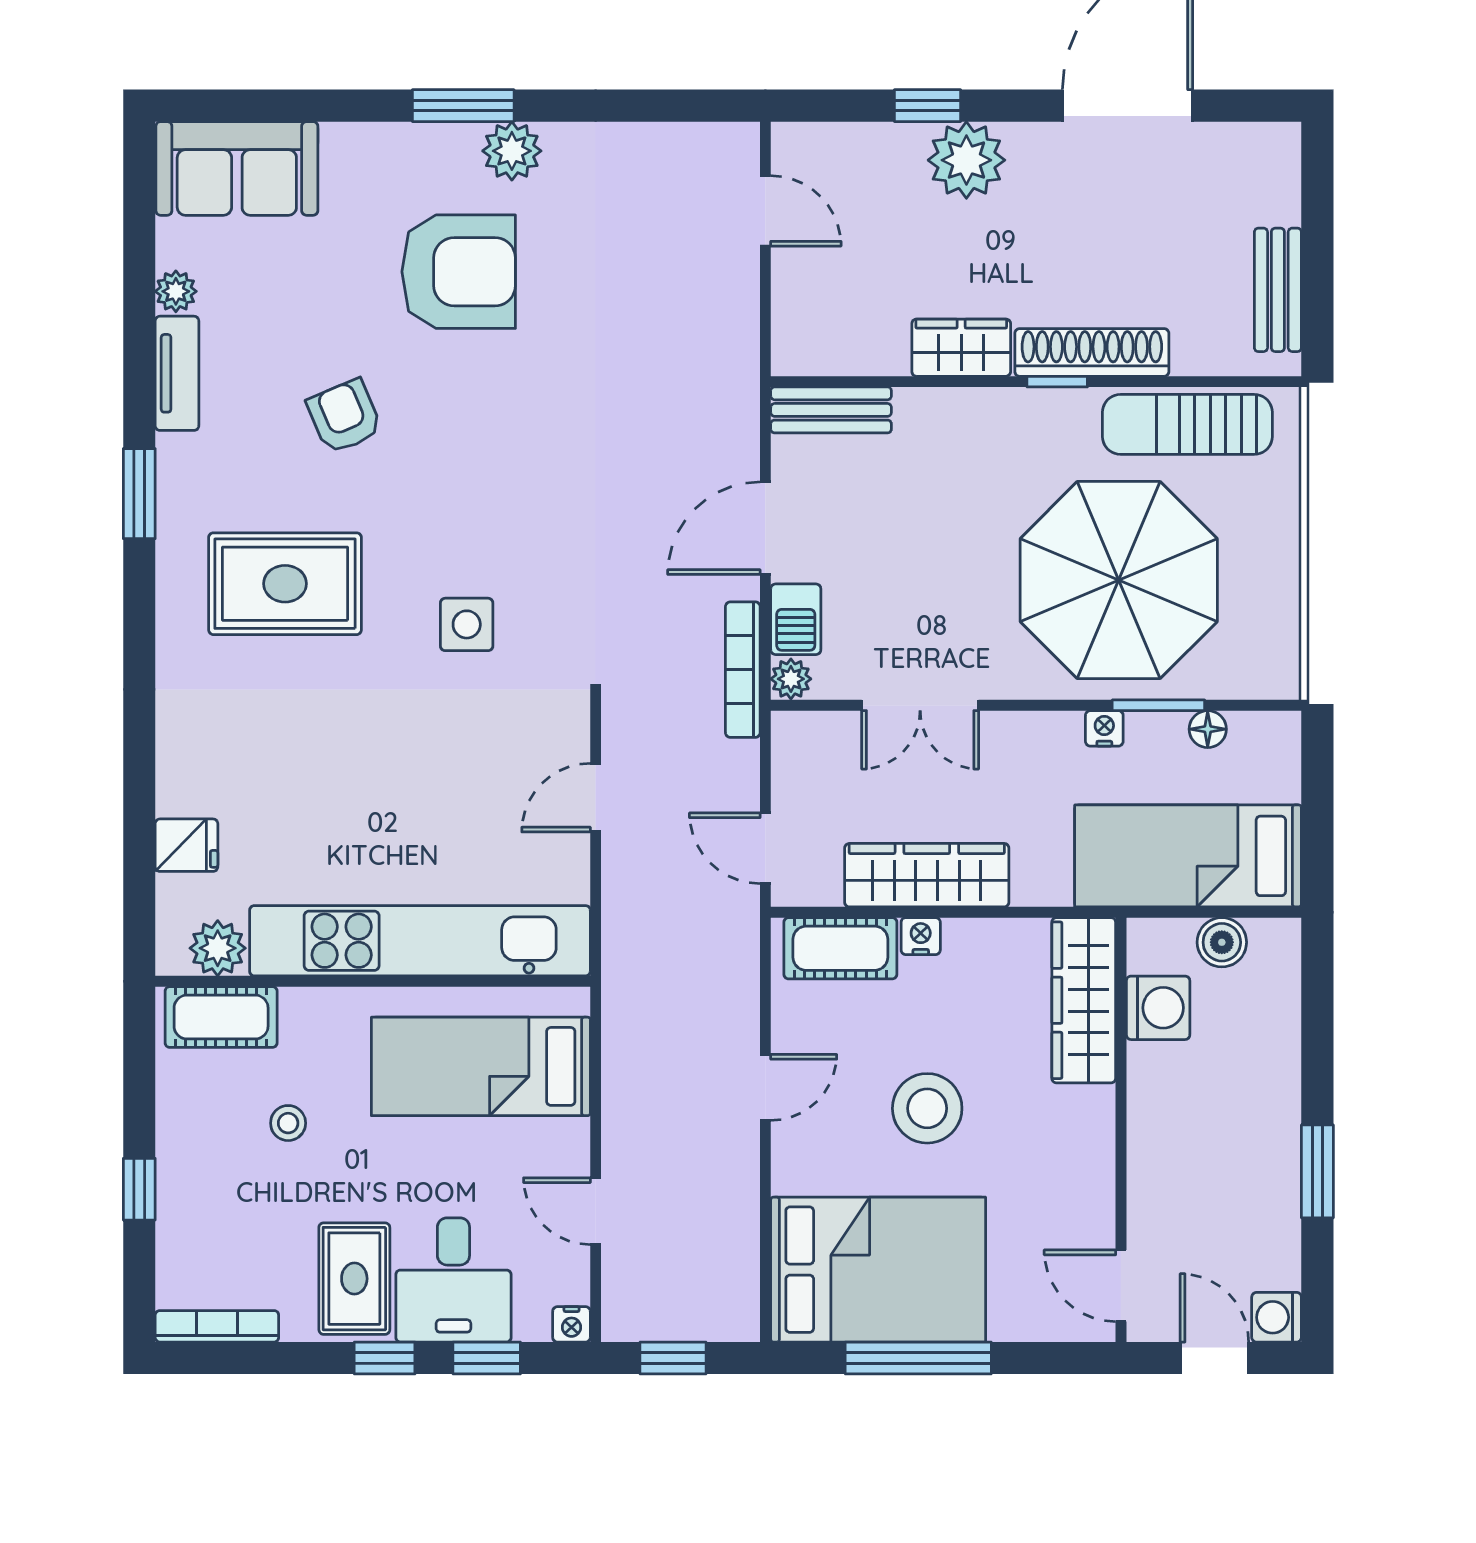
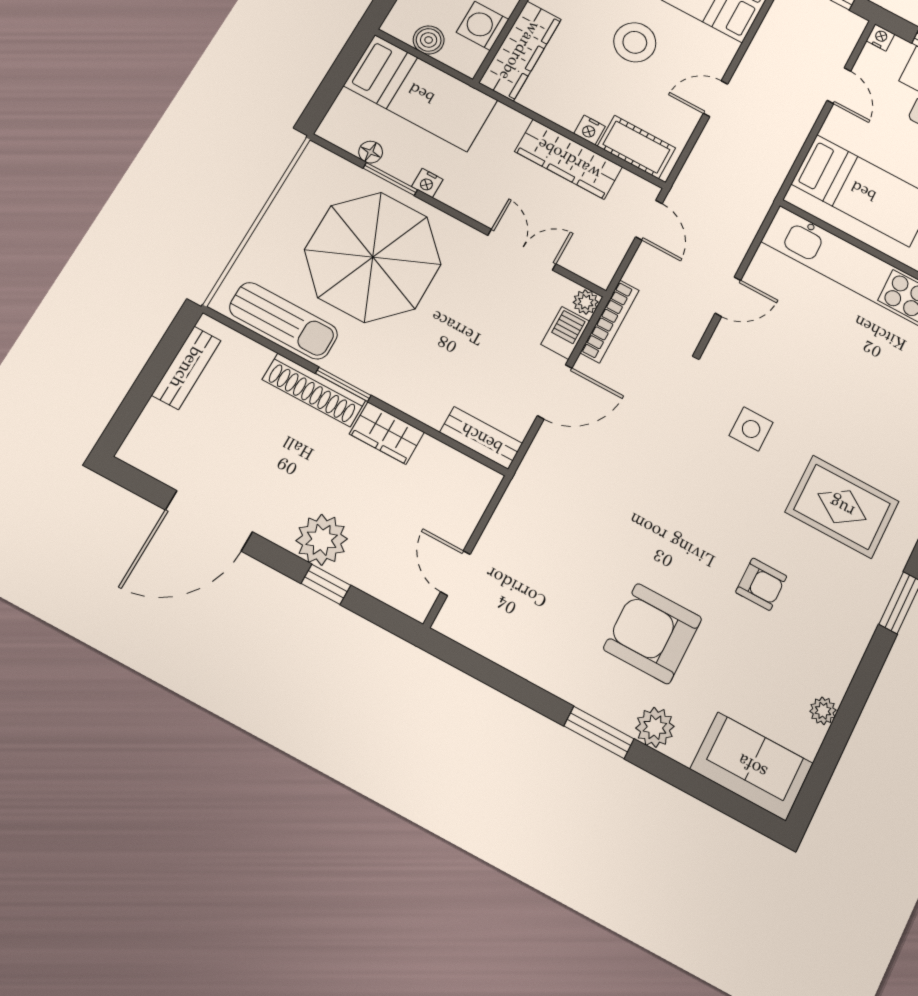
plant: (512, 151) -> (655, 727), moved
tv unit: (177, 373) -> (845, 661), removed
window: (1057, 382) -> (343, 384), width x1.50
armchair: (344, 416) -> (761, 584), turned -67

